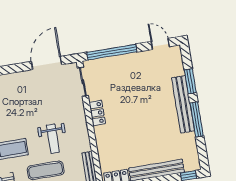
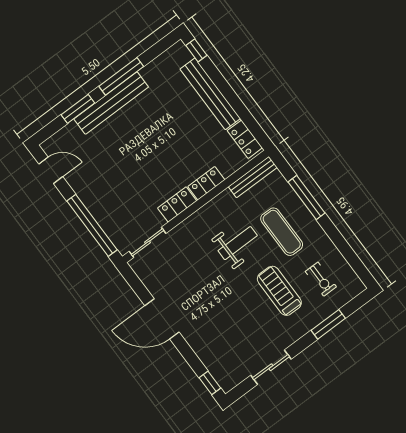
door: (160, 44) -> (51, 170), swing flipped
door: (47, 63) -> (162, 319), moved
locker: (101, 138) -> (206, 183), added

